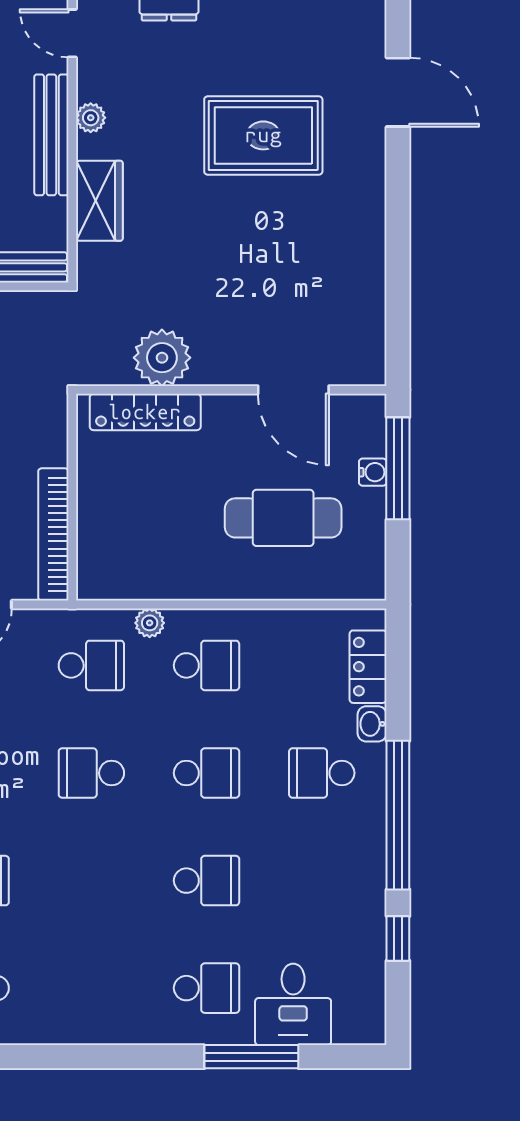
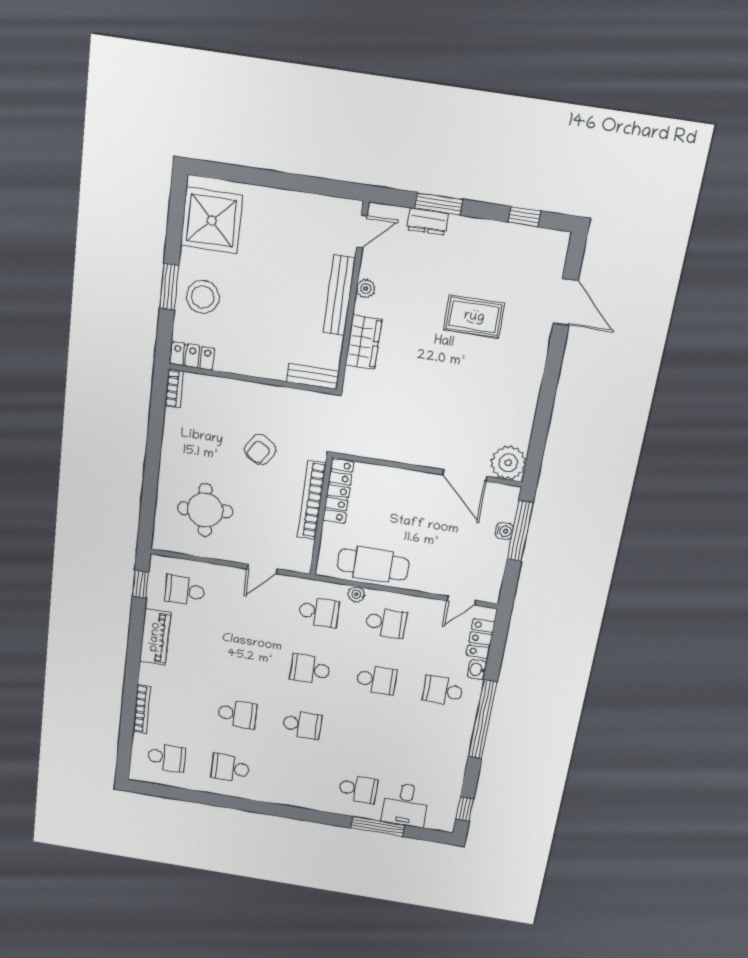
door: (72, 33) -> (362, 232), swing flipped
rug: (263, 135) -> (474, 317), width x0.73, depth x0.70
plant: (162, 358) -> (508, 463), moved
locker: (145, 412) -> (338, 491), moved, turned -90
cafe table: (283, 518) -> (373, 564), moved
bookcase: (53, 534) -> (312, 500), moved
door: (325, 604) -> (461, 601), added
school desk: (207, 881) -> (302, 725), moved
window: (398, 938) -> (465, 809), moved

